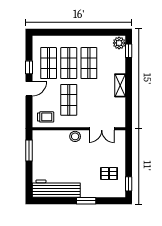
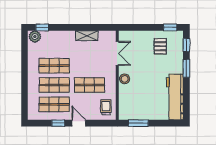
shelving: (120, 85) -> (87, 36), moved
window: (110, 201) -> (186, 45), added

